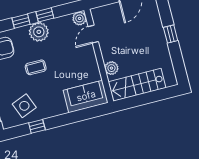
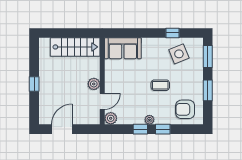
plant: (39, 32) -> (149, 120), width x0.53, depth x0.53
plant: (111, 68) -> (94, 84), moved

